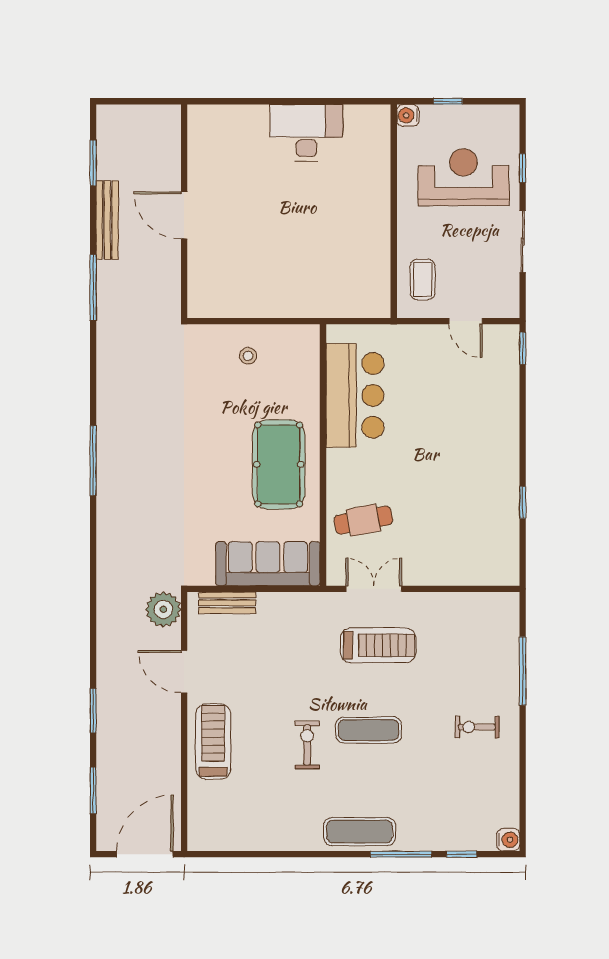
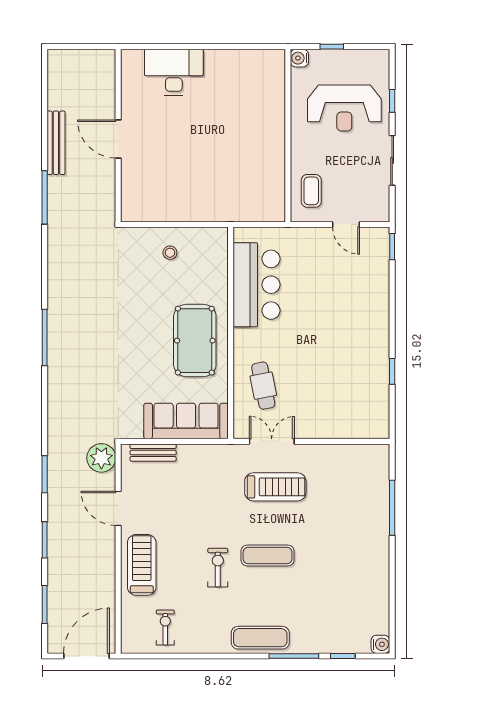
desk: (306, 133) -> (174, 72), moved
window: (93, 163) -> (45, 474), moved
reception desk: (463, 177) -> (344, 108), turned 180
cafe table: (363, 520) -> (263, 386), turned 90
exercise bike: (477, 727) -> (165, 628), moved, turned 90

